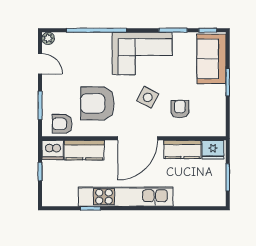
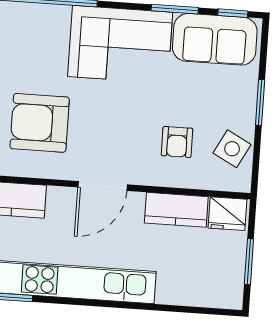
sofa: (211, 59) -> (215, 39), moved, turned -90
side table: (148, 97) -> (232, 149), moved
armchair: (180, 109) -> (177, 142), turned 180
door: (137, 138) -> (103, 186), width x0.73

